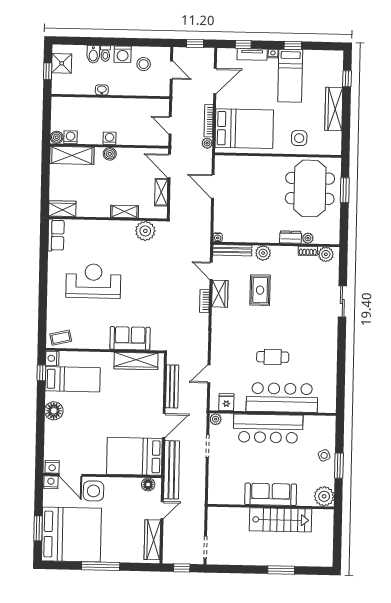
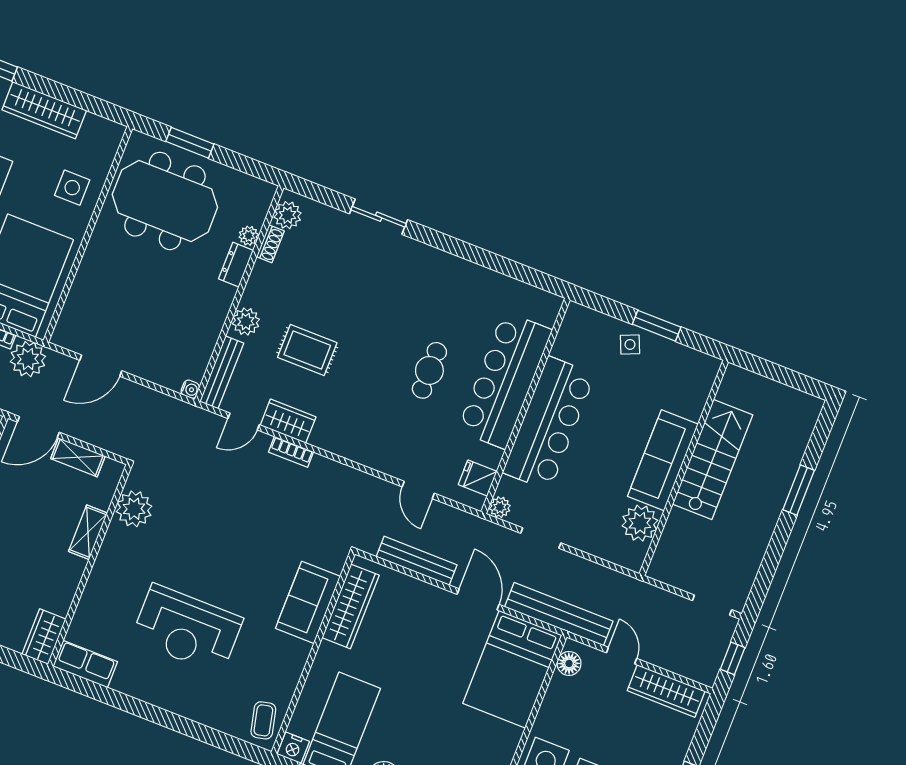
plant: (207, 143) -> (28, 359), width x1.88, depth x1.88
reception desk: (93, 281) -> (187, 629), turned -90
plant: (324, 496) -> (640, 523), moved

